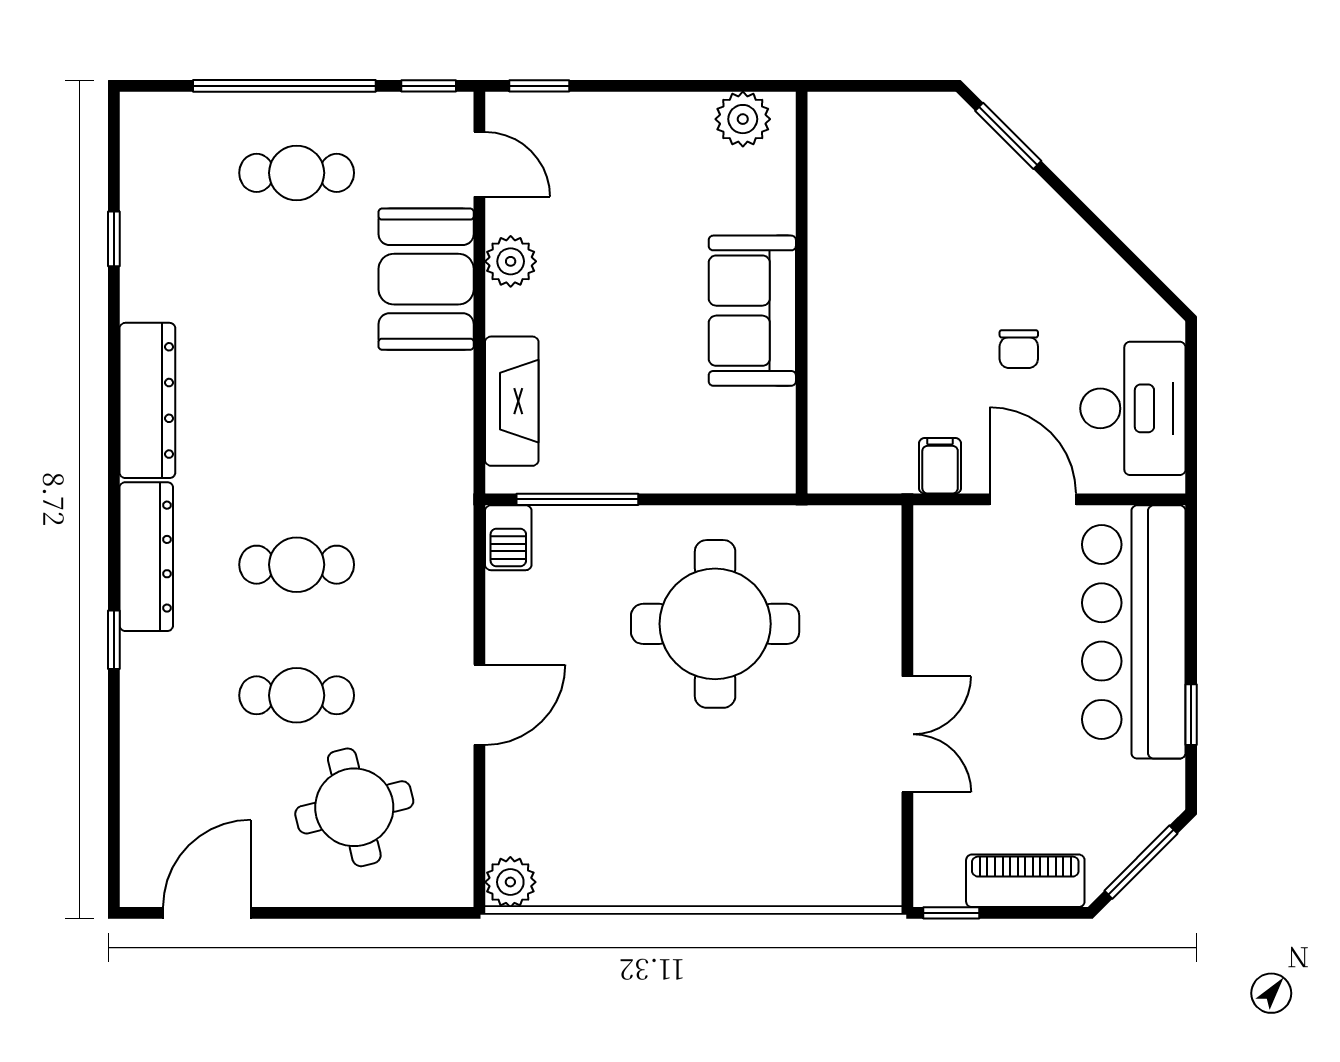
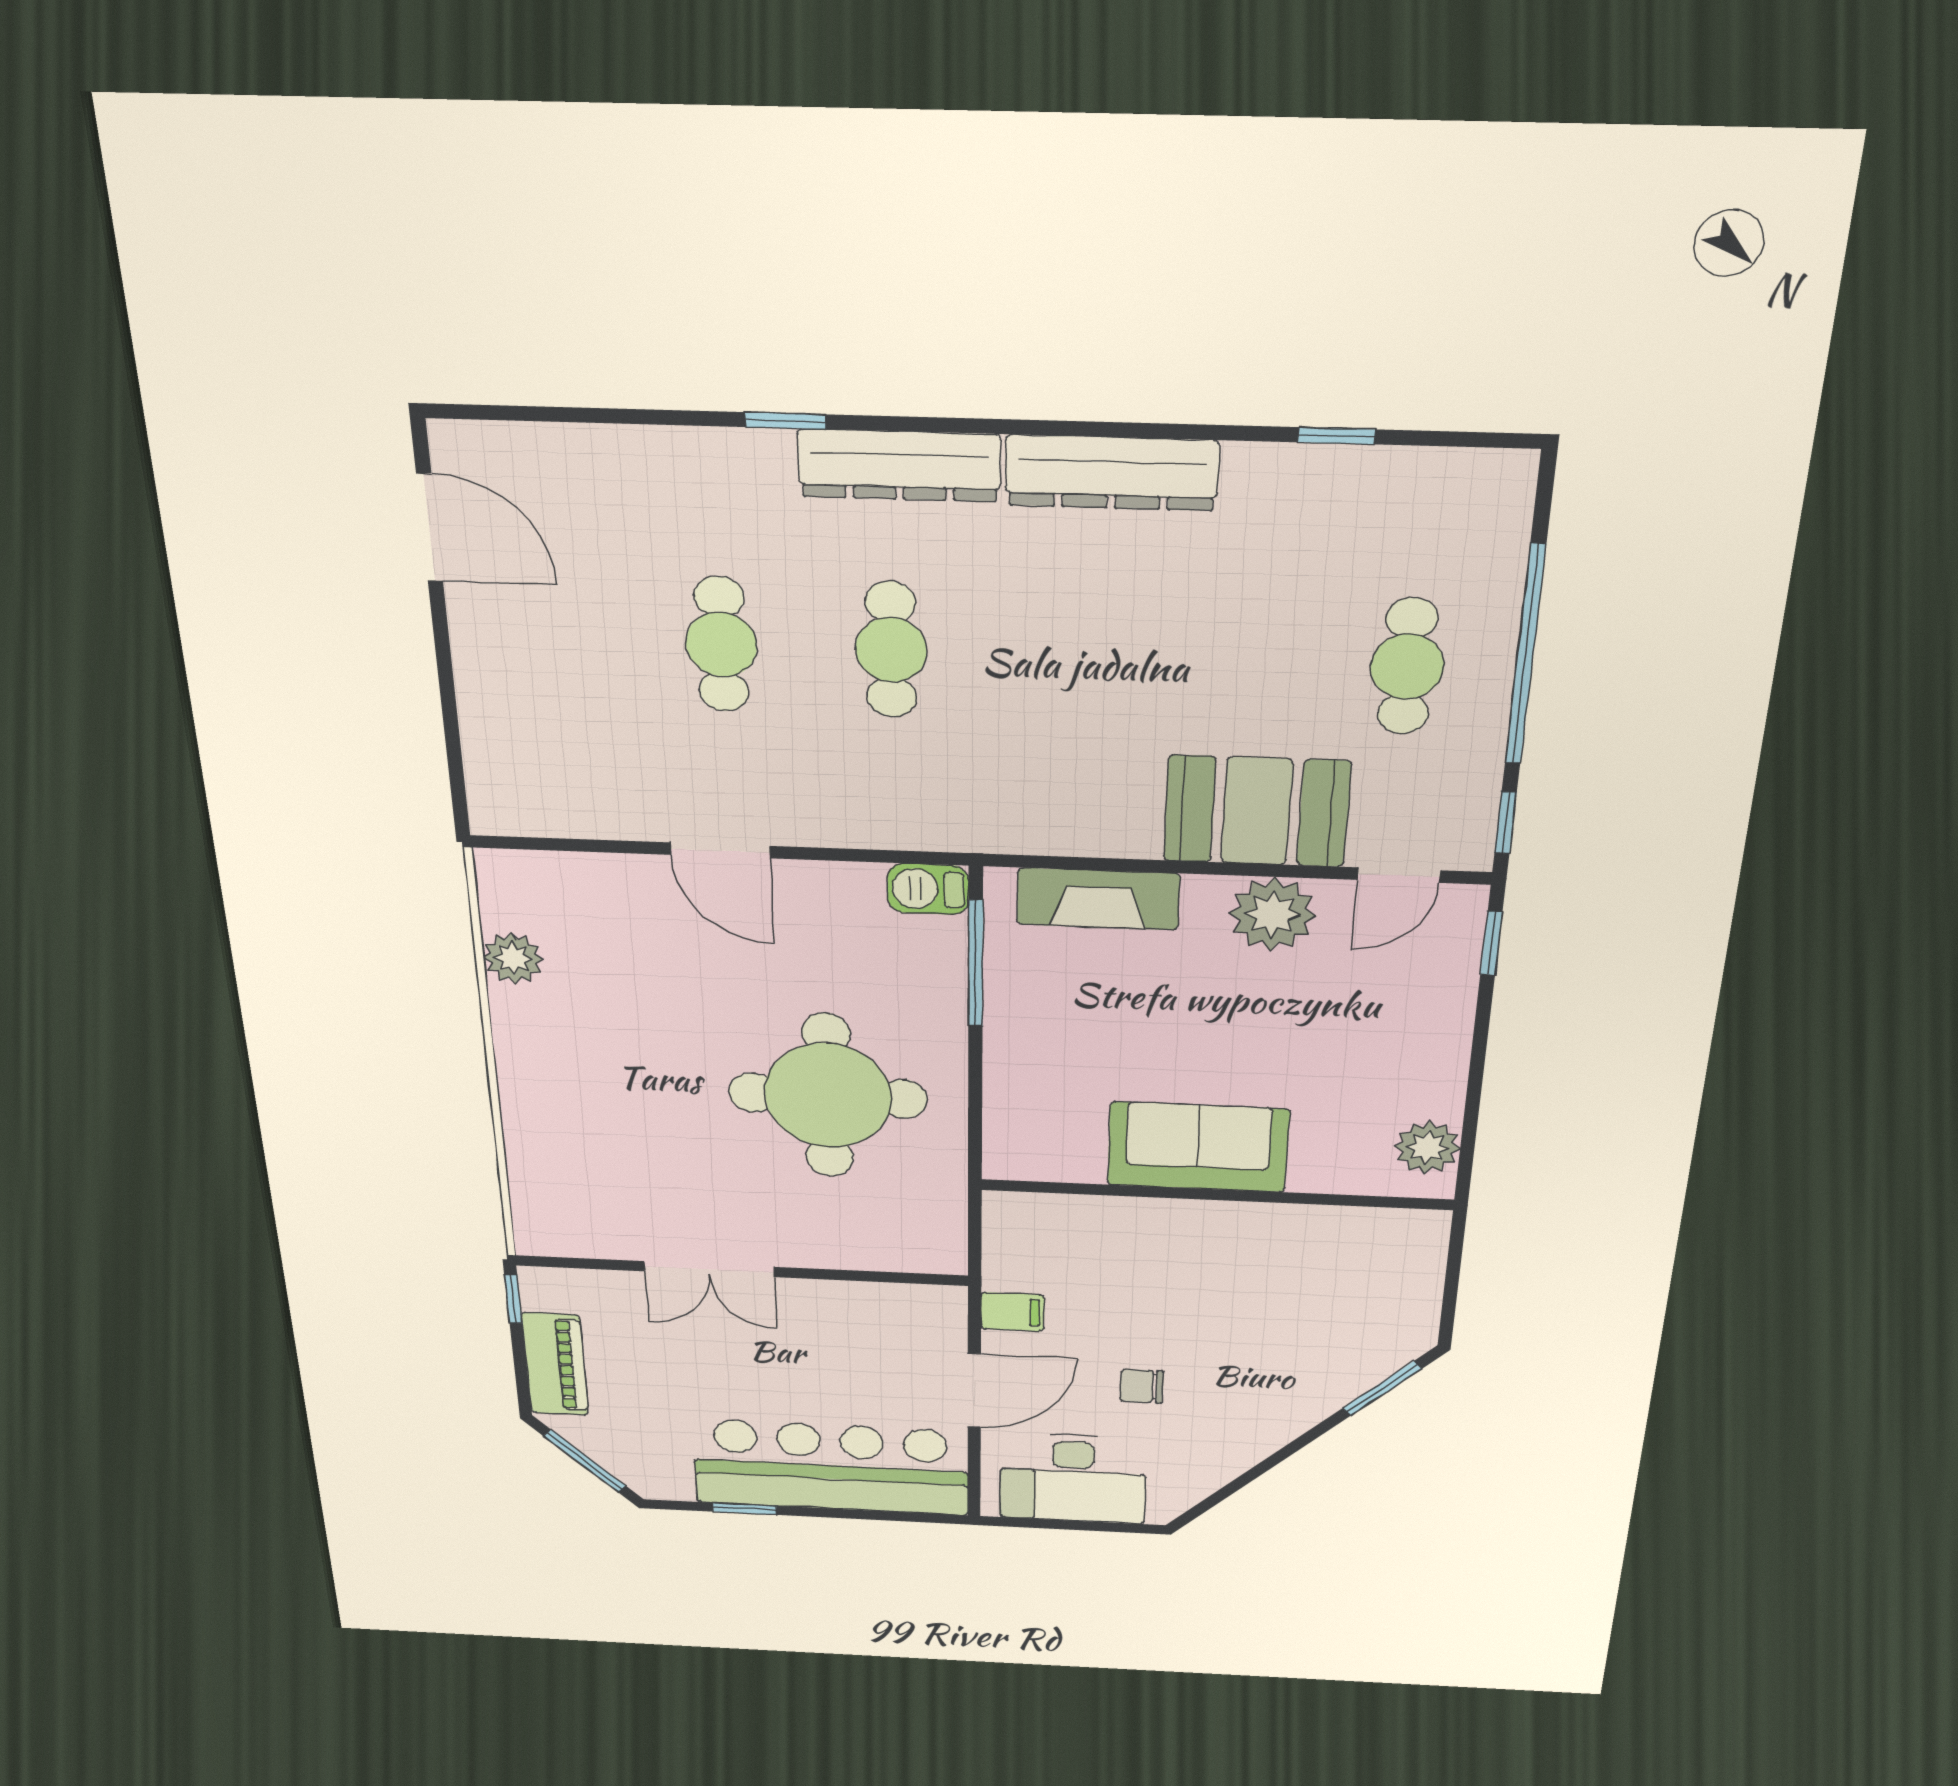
plant: (511, 261) -> (1273, 914), width x1.36, depth x1.36
round table: (354, 807) -> (582, 707), removed
plant: (510, 882) -> (513, 958), moved

